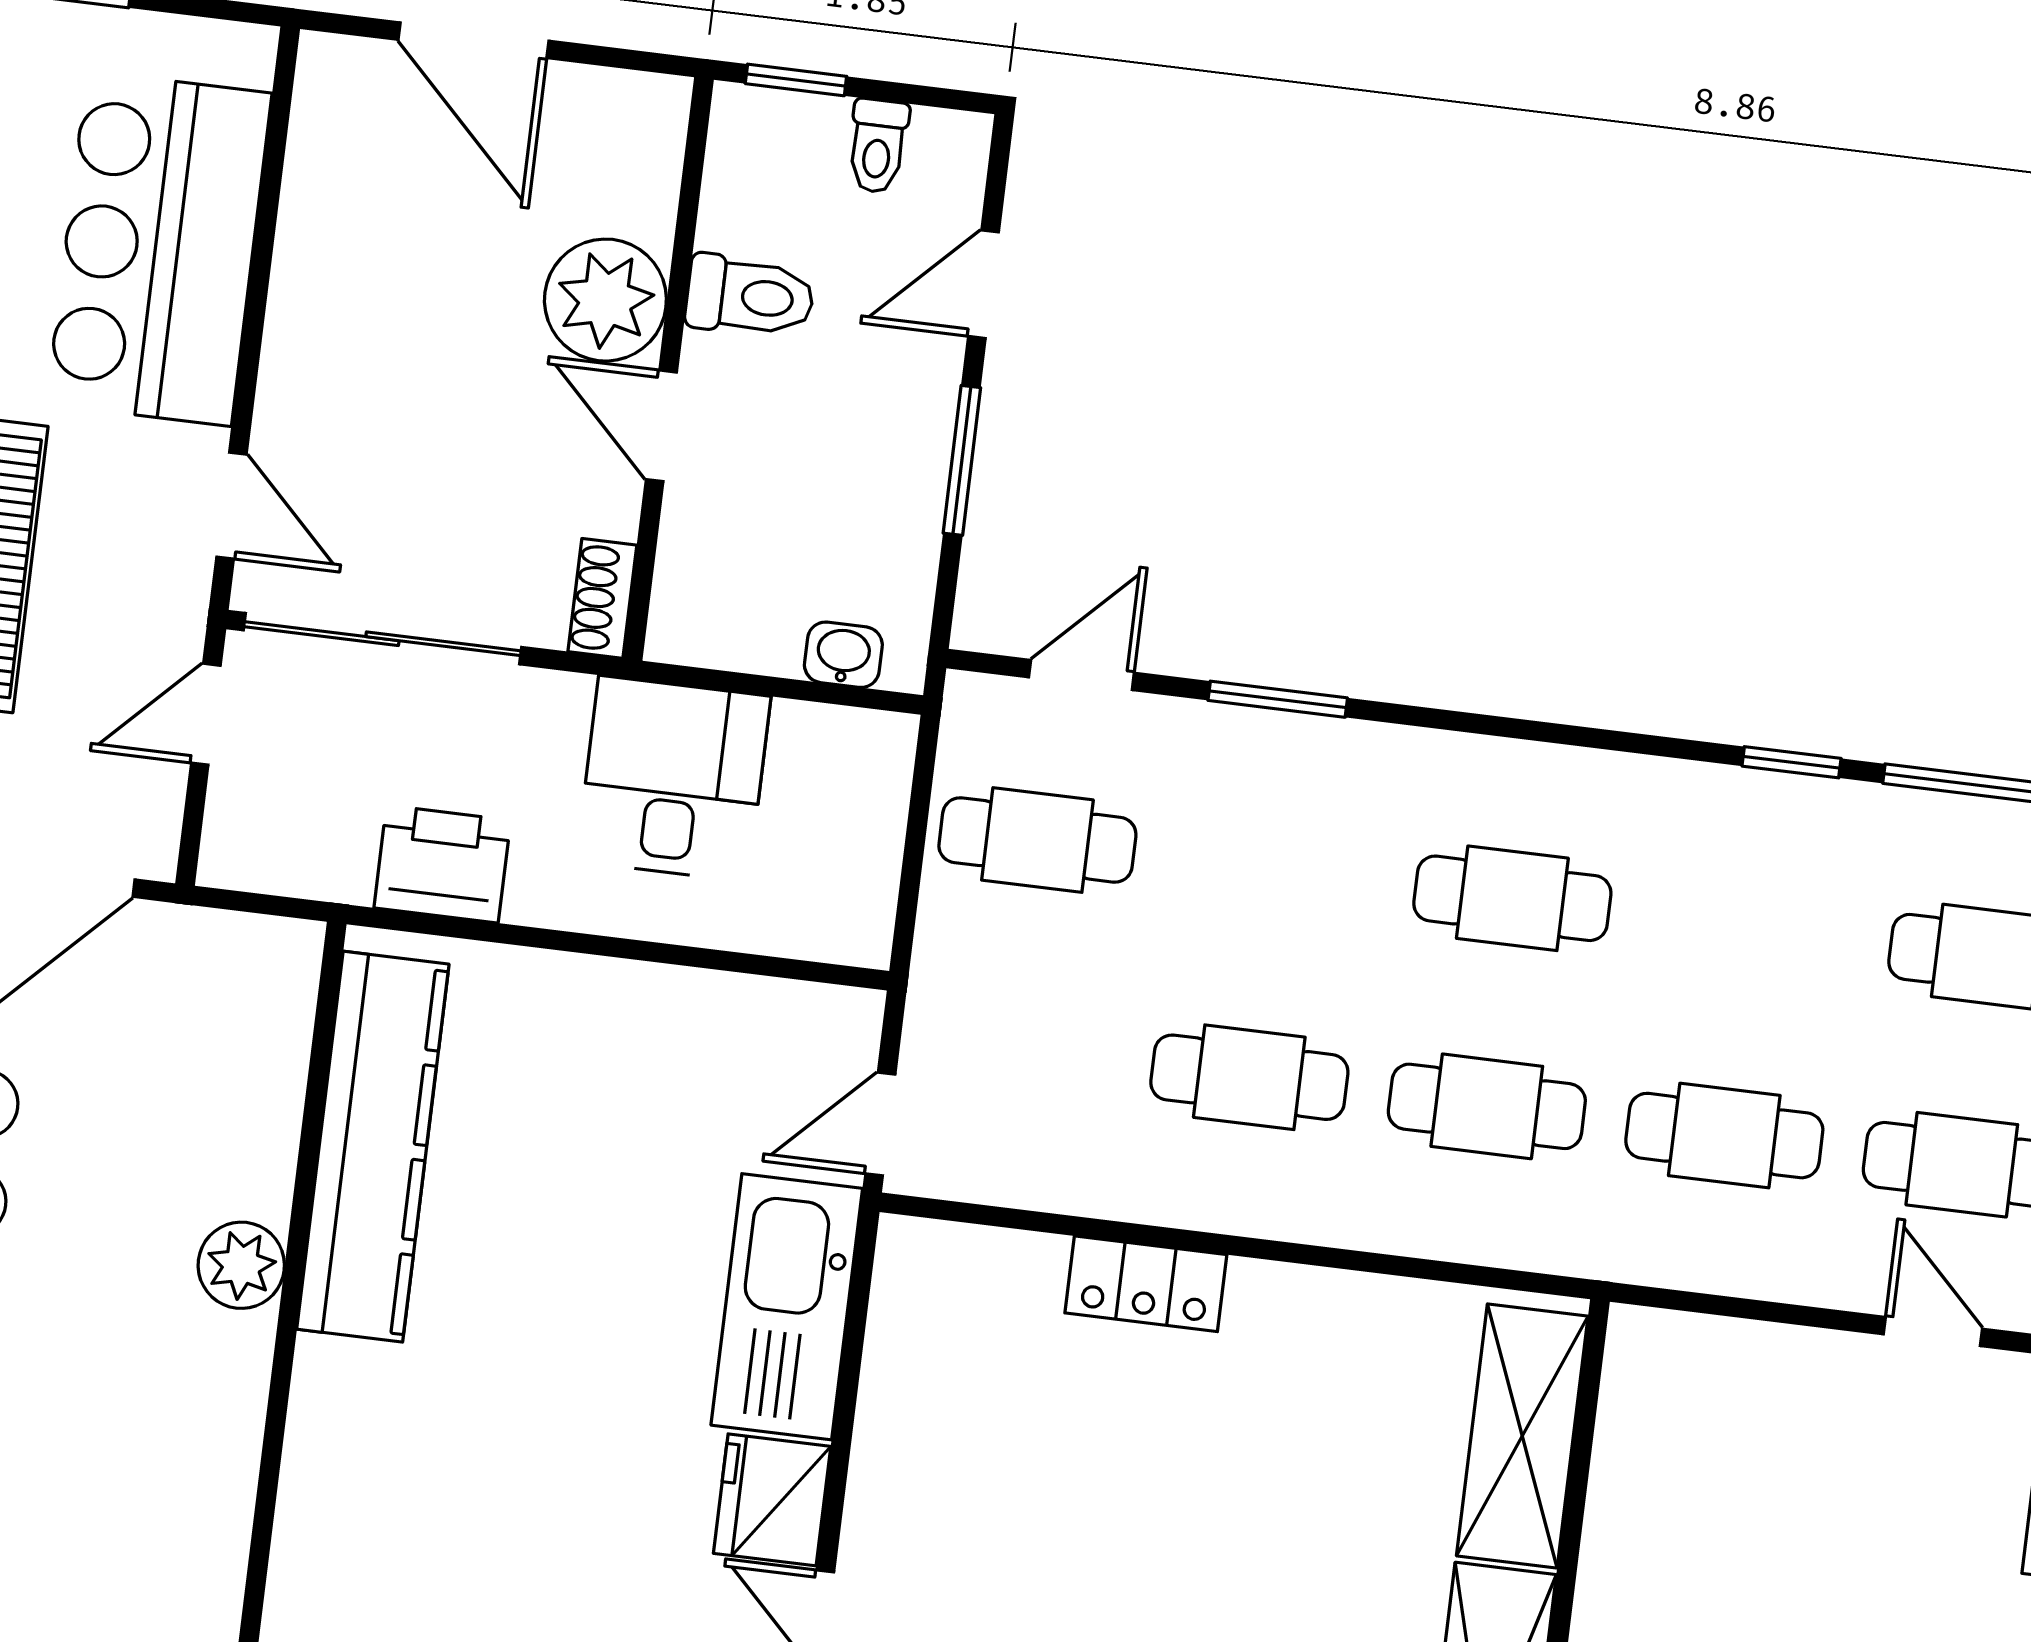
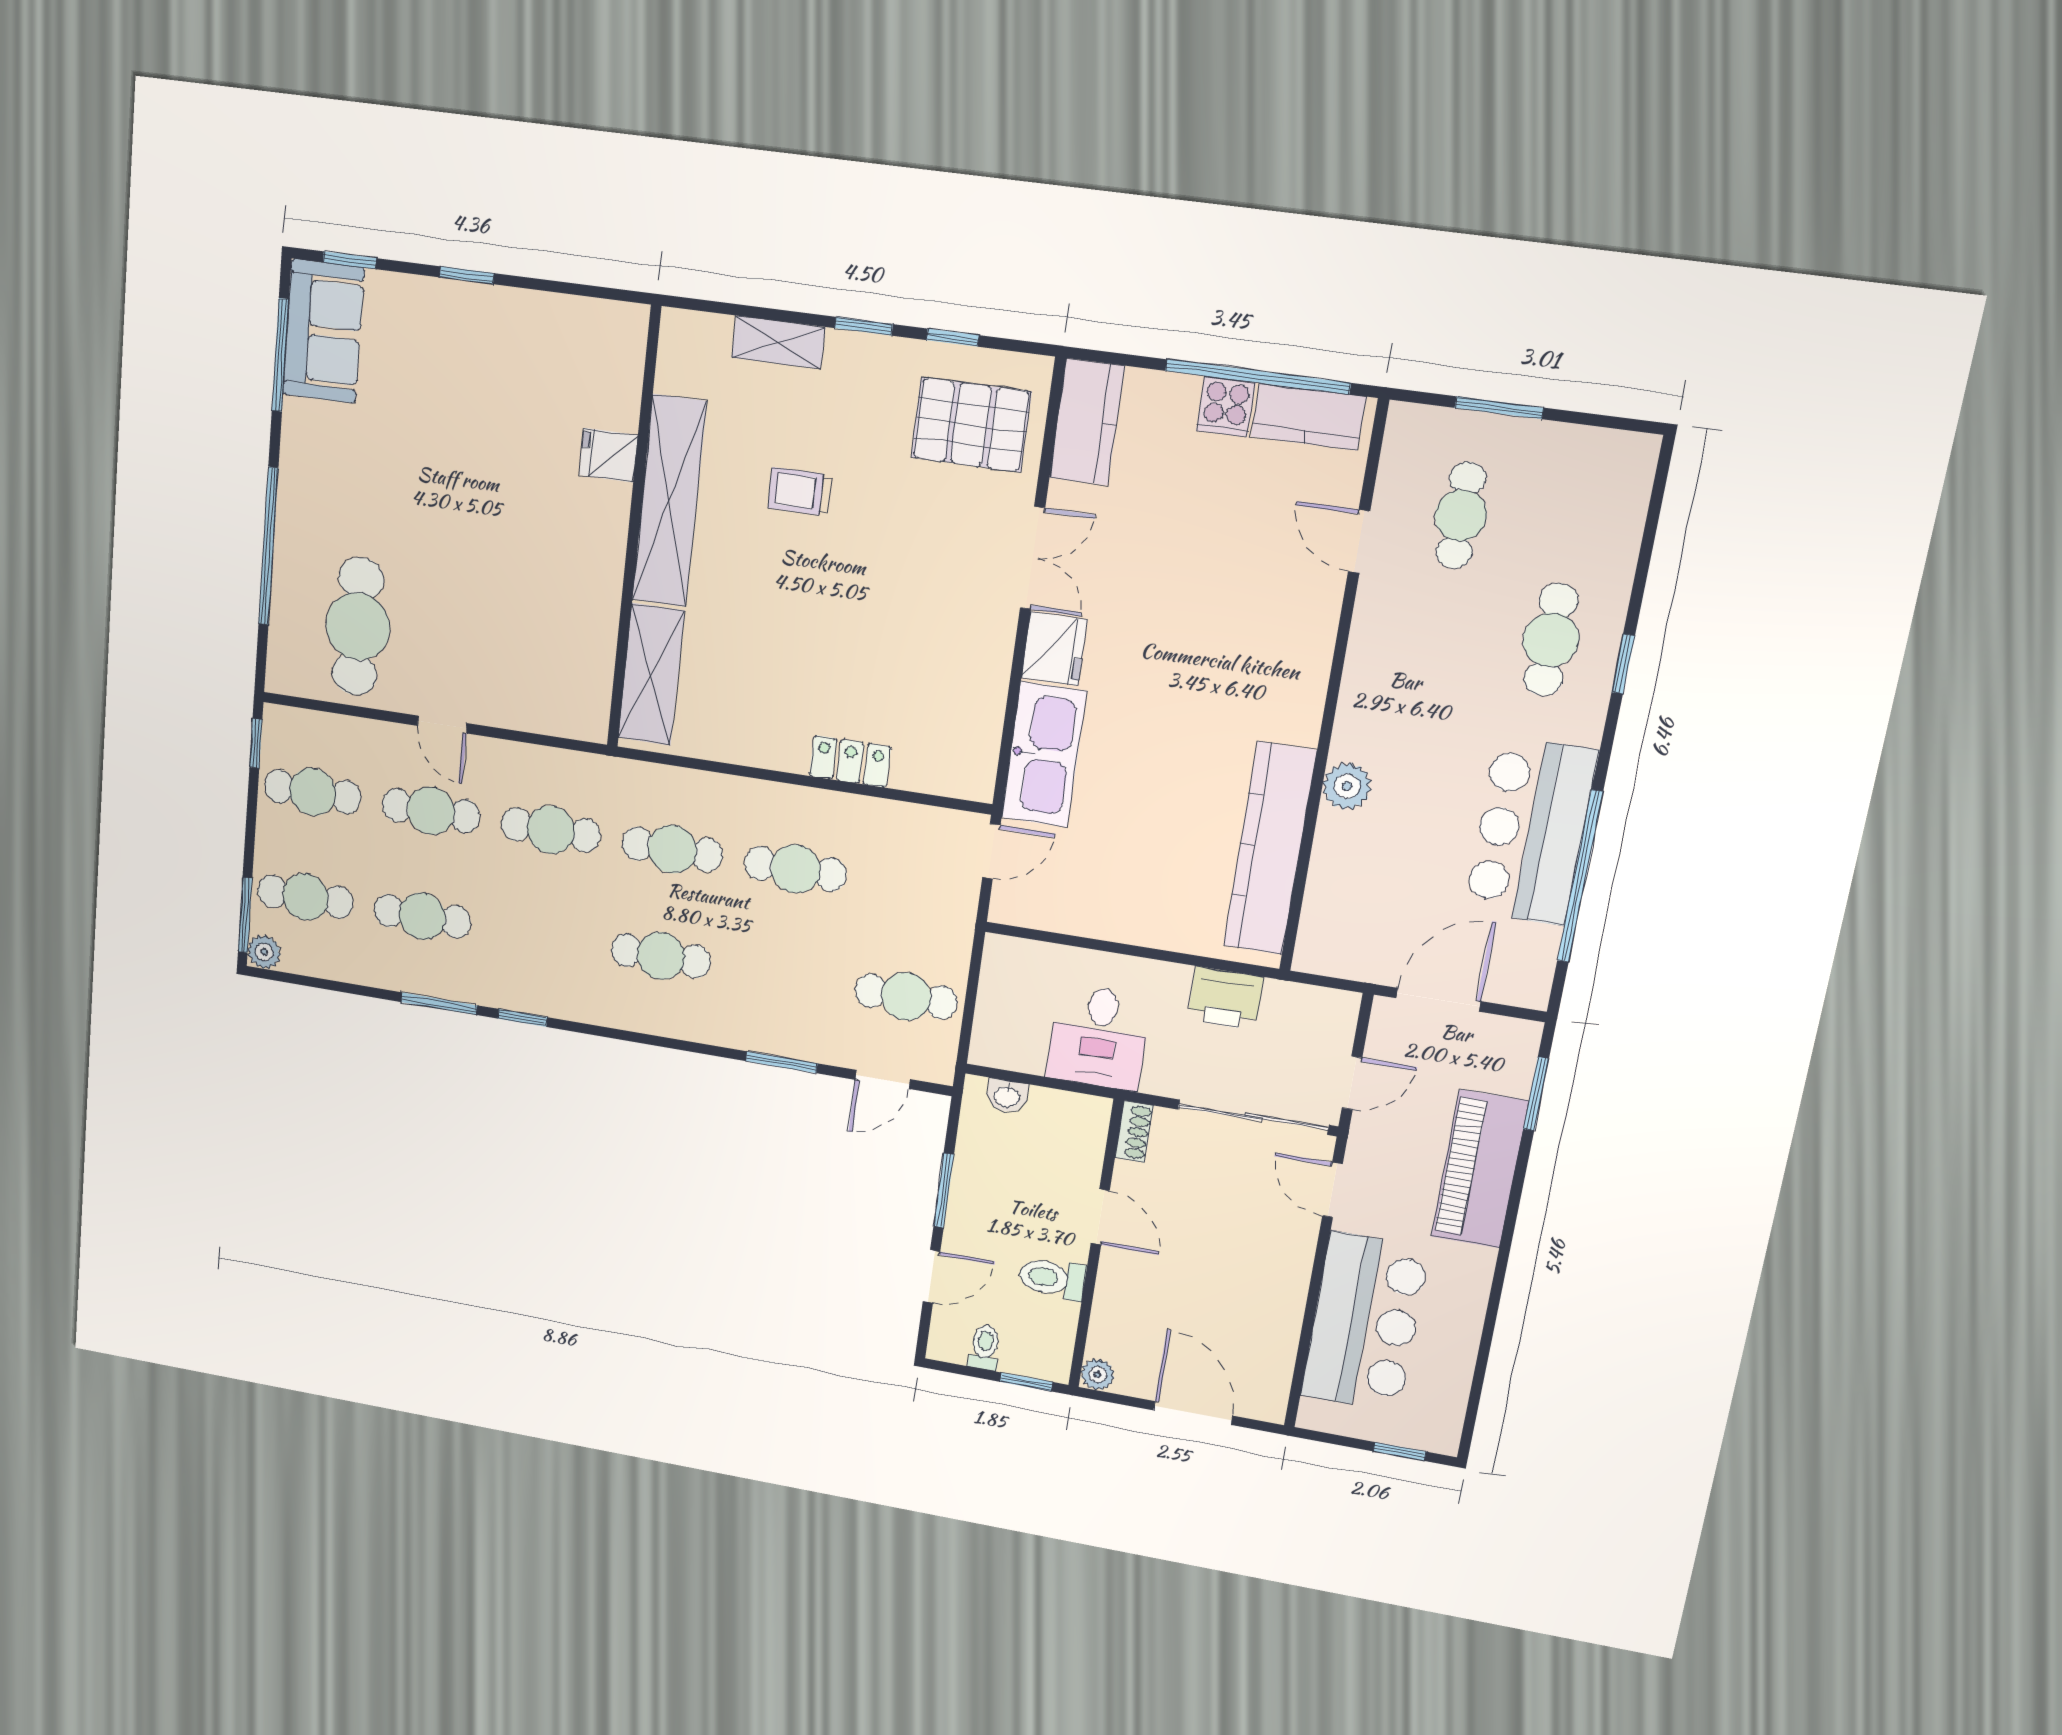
plant: (605, 300) -> (1098, 1374), moved, width x0.53, depth x0.53

